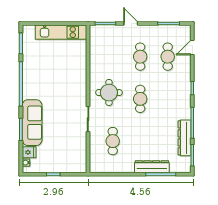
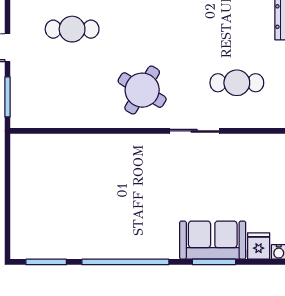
kitchen unit: (61, 32) -> (24, 184), removed
round table: (109, 93) -> (142, 90), turned 31
cafe table: (140, 99) -> (154, 29), removed
sofa: (32, 123) -> (213, 240), width x0.73

